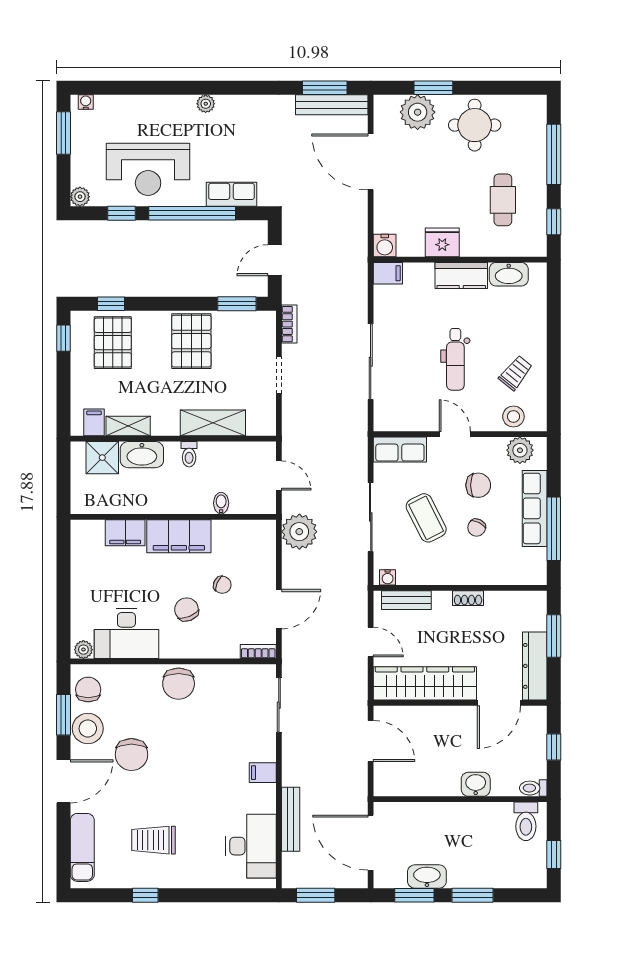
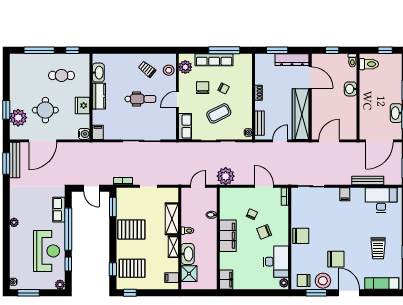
round table: (475, 125) -> (45, 110), moved
shelving: (128, 426) -> (173, 247), moved
filing cabinet: (125, 533) -> (226, 280), moved

